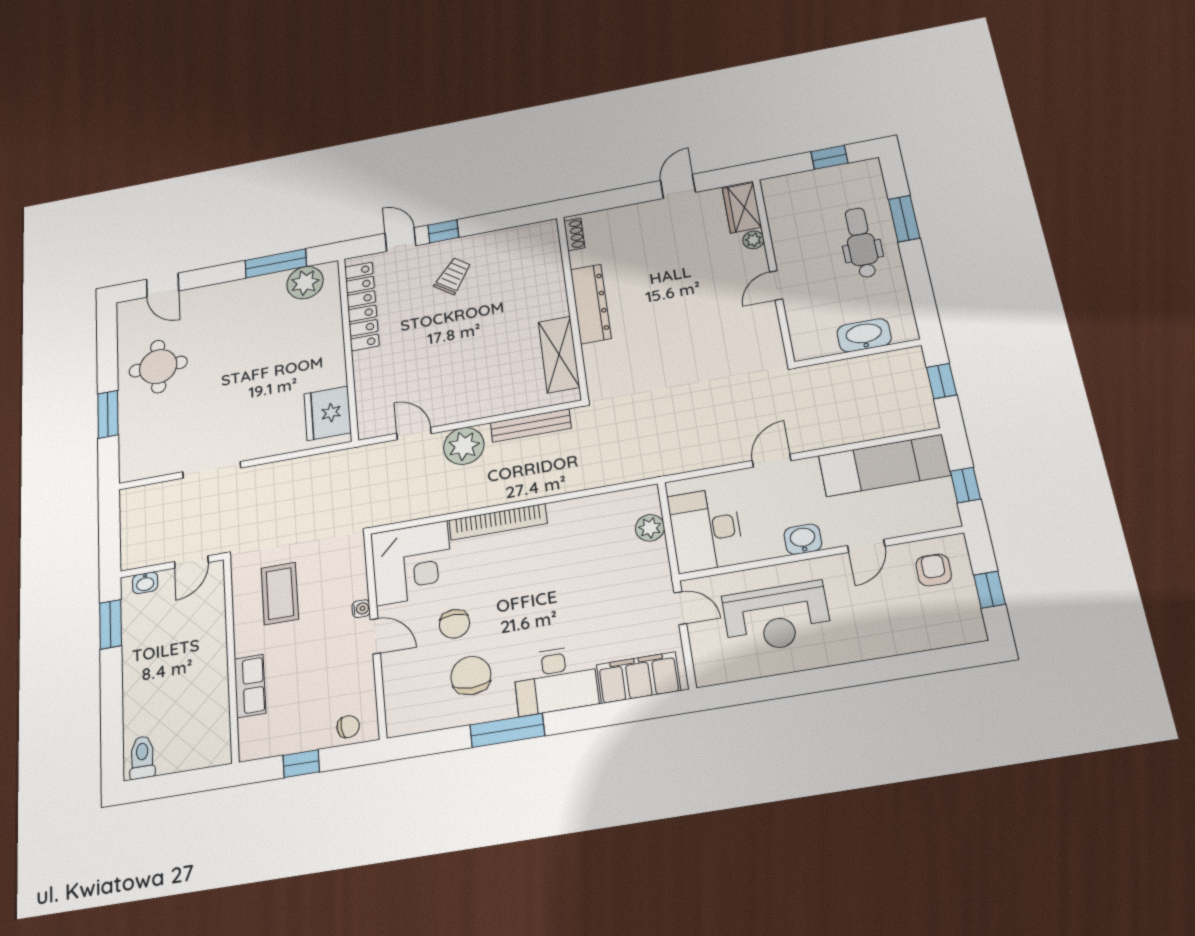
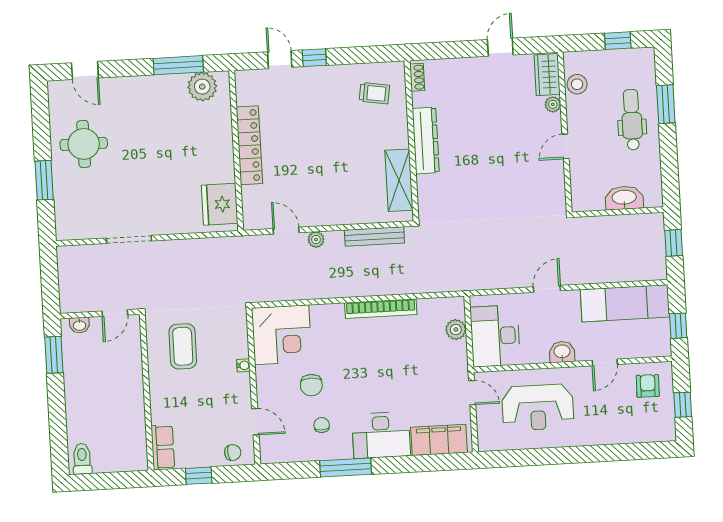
stool: (783, 213) -> (577, 84), added
trolley: (453, 276) -> (374, 93), moved, turned 63
locker: (362, 306) -> (249, 145), moved
plant: (464, 446) -> (316, 239), width x0.53, depth x0.53
bookcase: (498, 522) -> (381, 309), moved
door: (375, 636) -> (255, 422), moved
chair: (471, 676) -> (322, 425), width x0.54, depth x0.54
row of seats: (250, 686) -> (163, 447), moved

